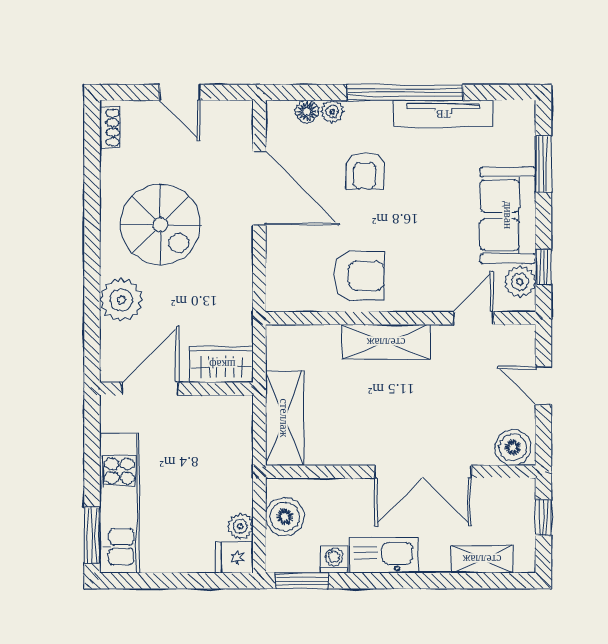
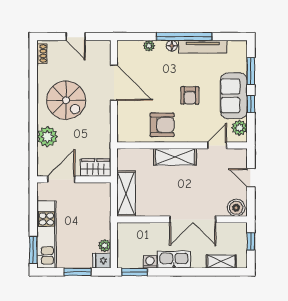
floor lamp: (307, 112) -> (172, 46), moved
armchair: (365, 171) -> (190, 95), moved
window: (543, 267) -> (251, 104), moved
boiler: (285, 517) -> (126, 241), removed
window: (184, 581) -> (77, 272), added

